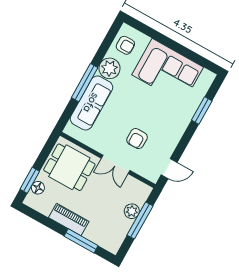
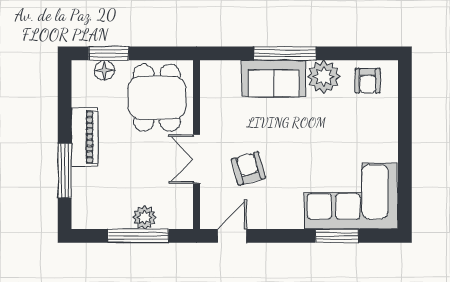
corner sofa: (168, 71) -> (351, 196), moved, turned 90
sofa: (91, 103) -> (274, 79), width x0.73
armchair: (137, 139) -> (248, 169), turned 74
door: (169, 169) -> (232, 236), swing flipped

